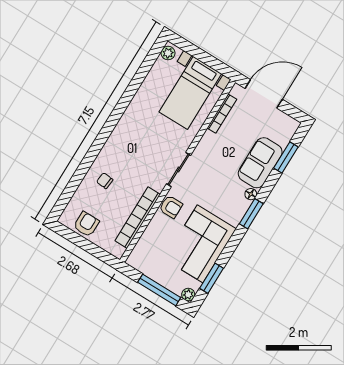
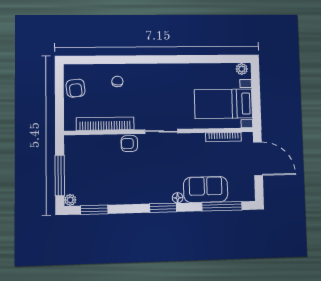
window: (286, 158) -> (222, 206), width x1.44
armchair: (171, 207) -> (129, 144), turned 90
armchair: (86, 224) -> (76, 88), turned 84
corner sofa: (200, 244) -> (115, 184), removed

